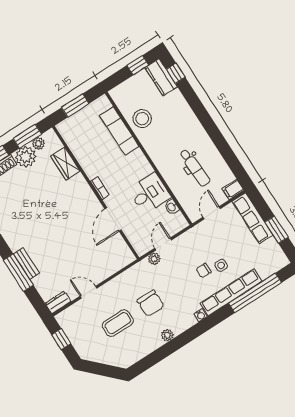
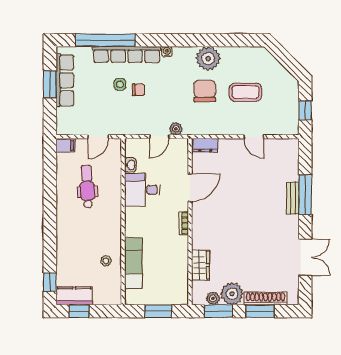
kitchen counter: (161, 77) -> (74, 296), moved, turned -90
stool: (142, 119) -> (106, 261), width x0.53, depth x0.53
row of seats: (252, 218) -> (65, 80), moved
dresser: (58, 302) -> (205, 145), moved
plant: (167, 335) -> (208, 58), width x1.88, depth x1.88

